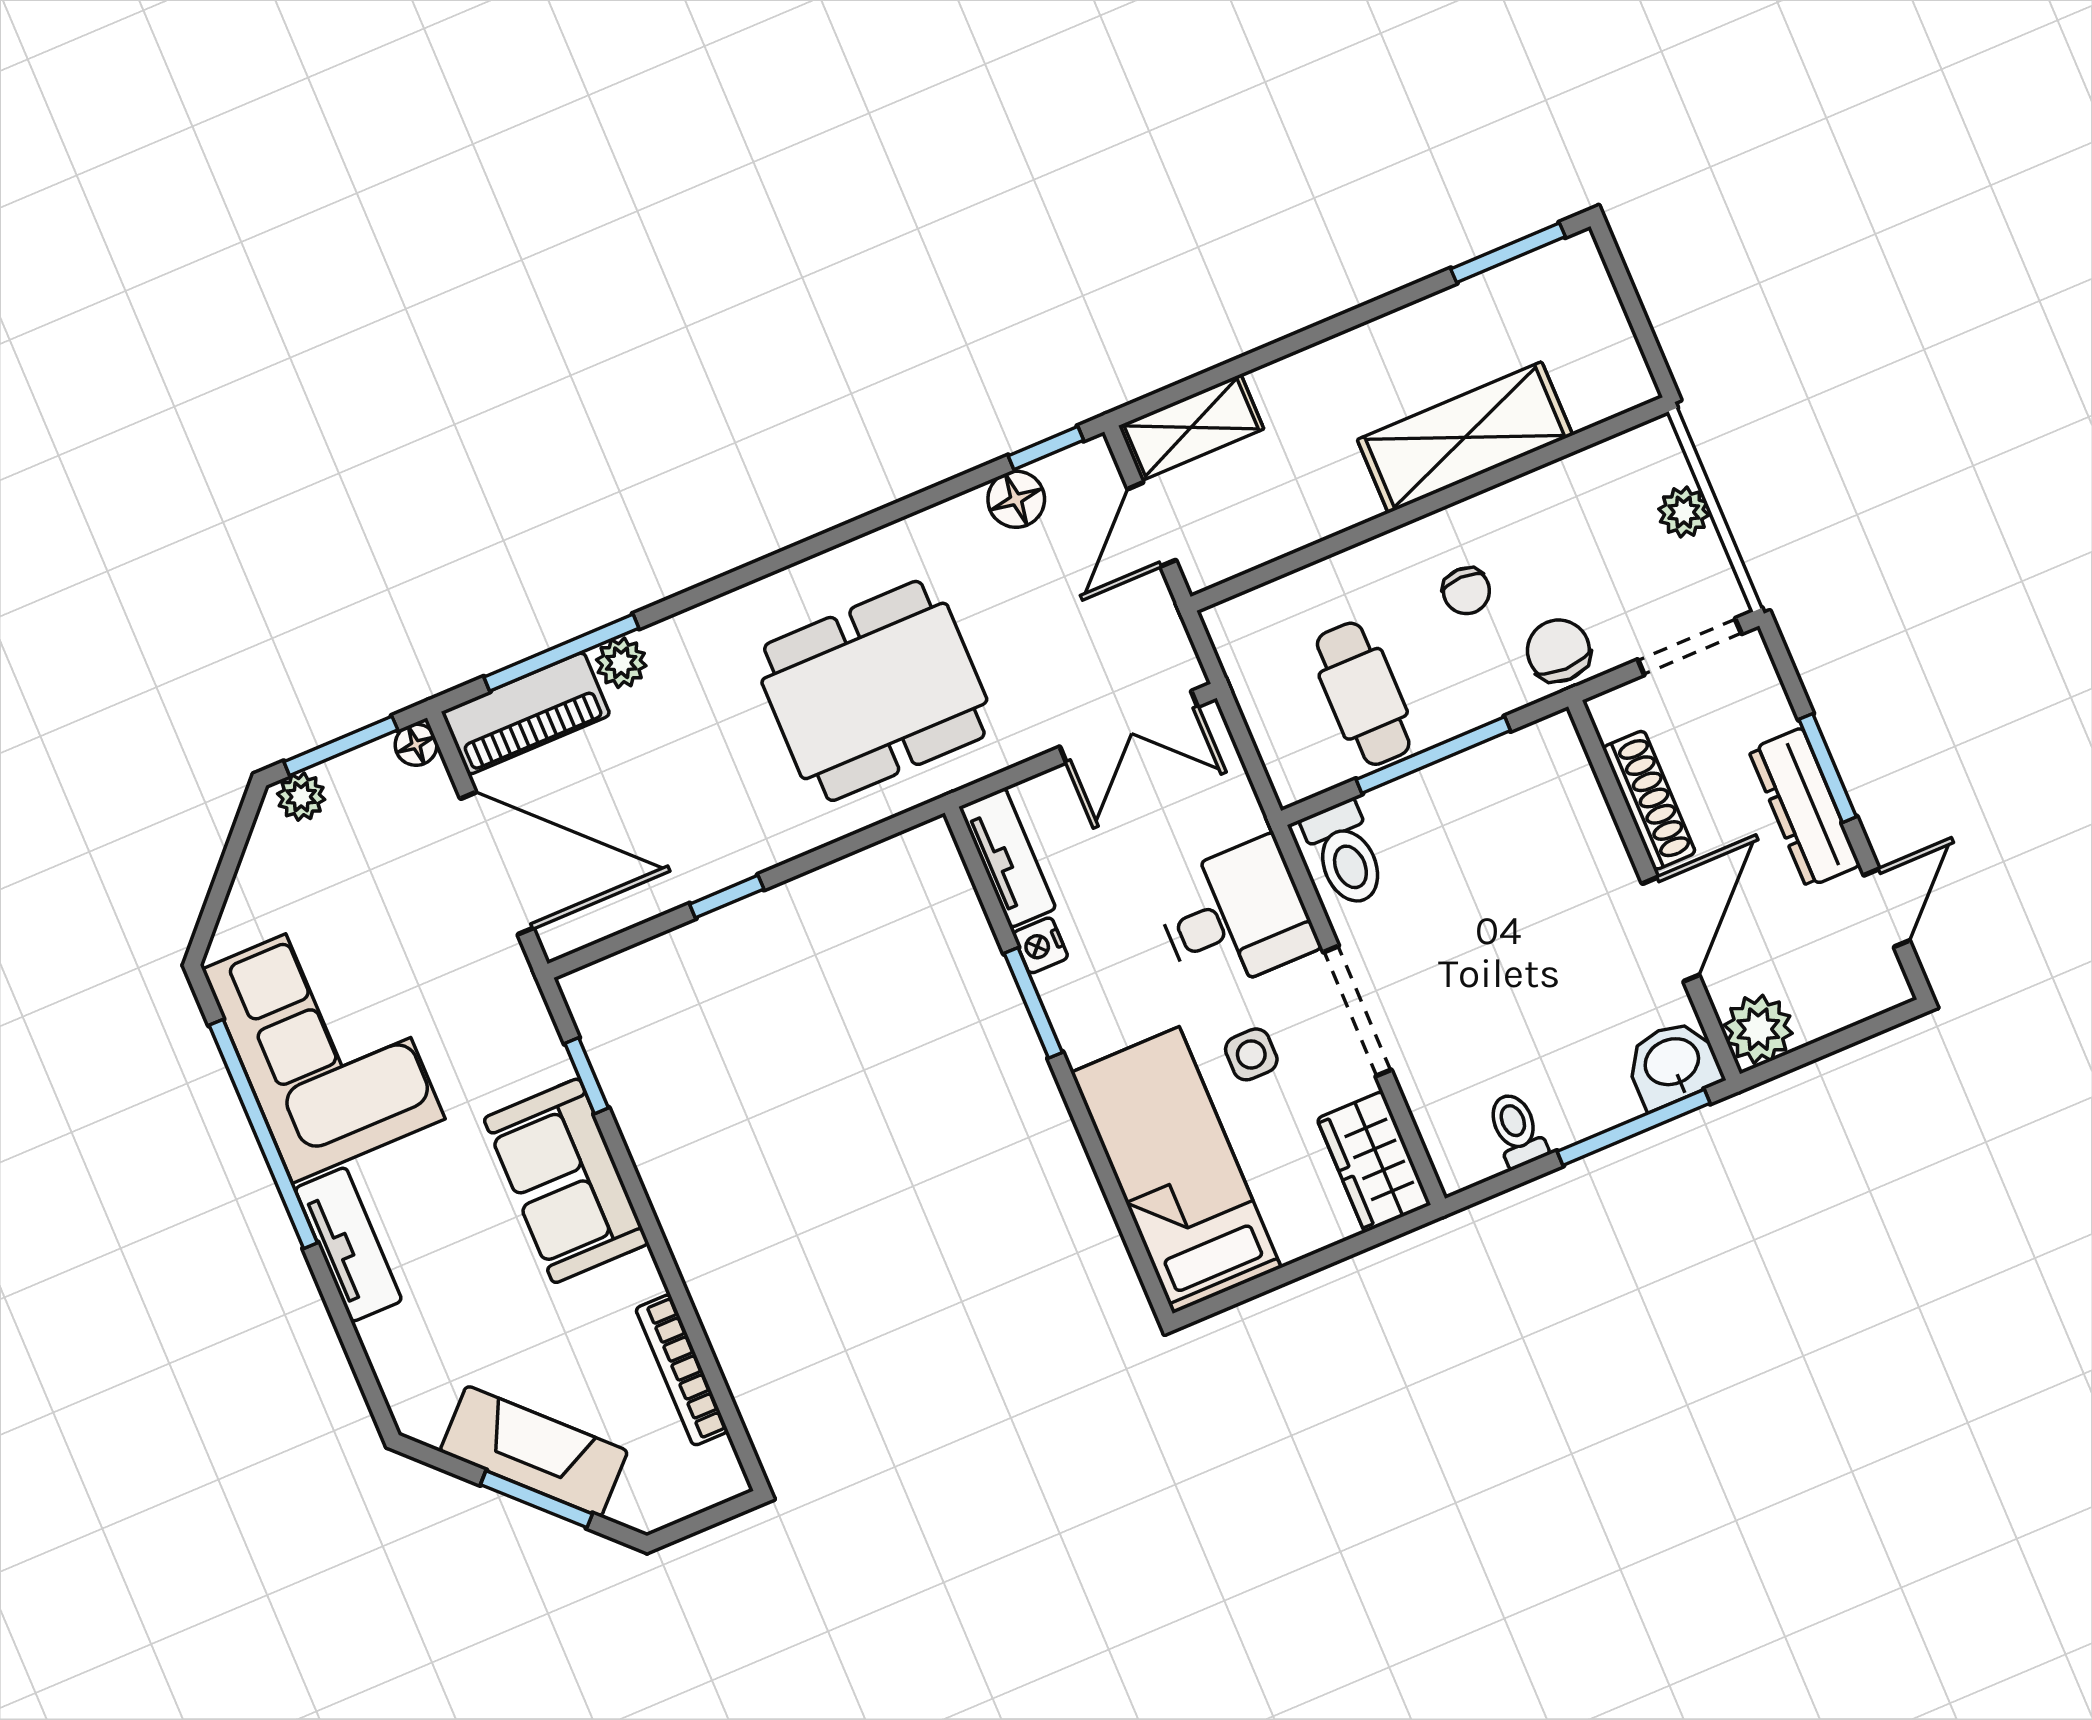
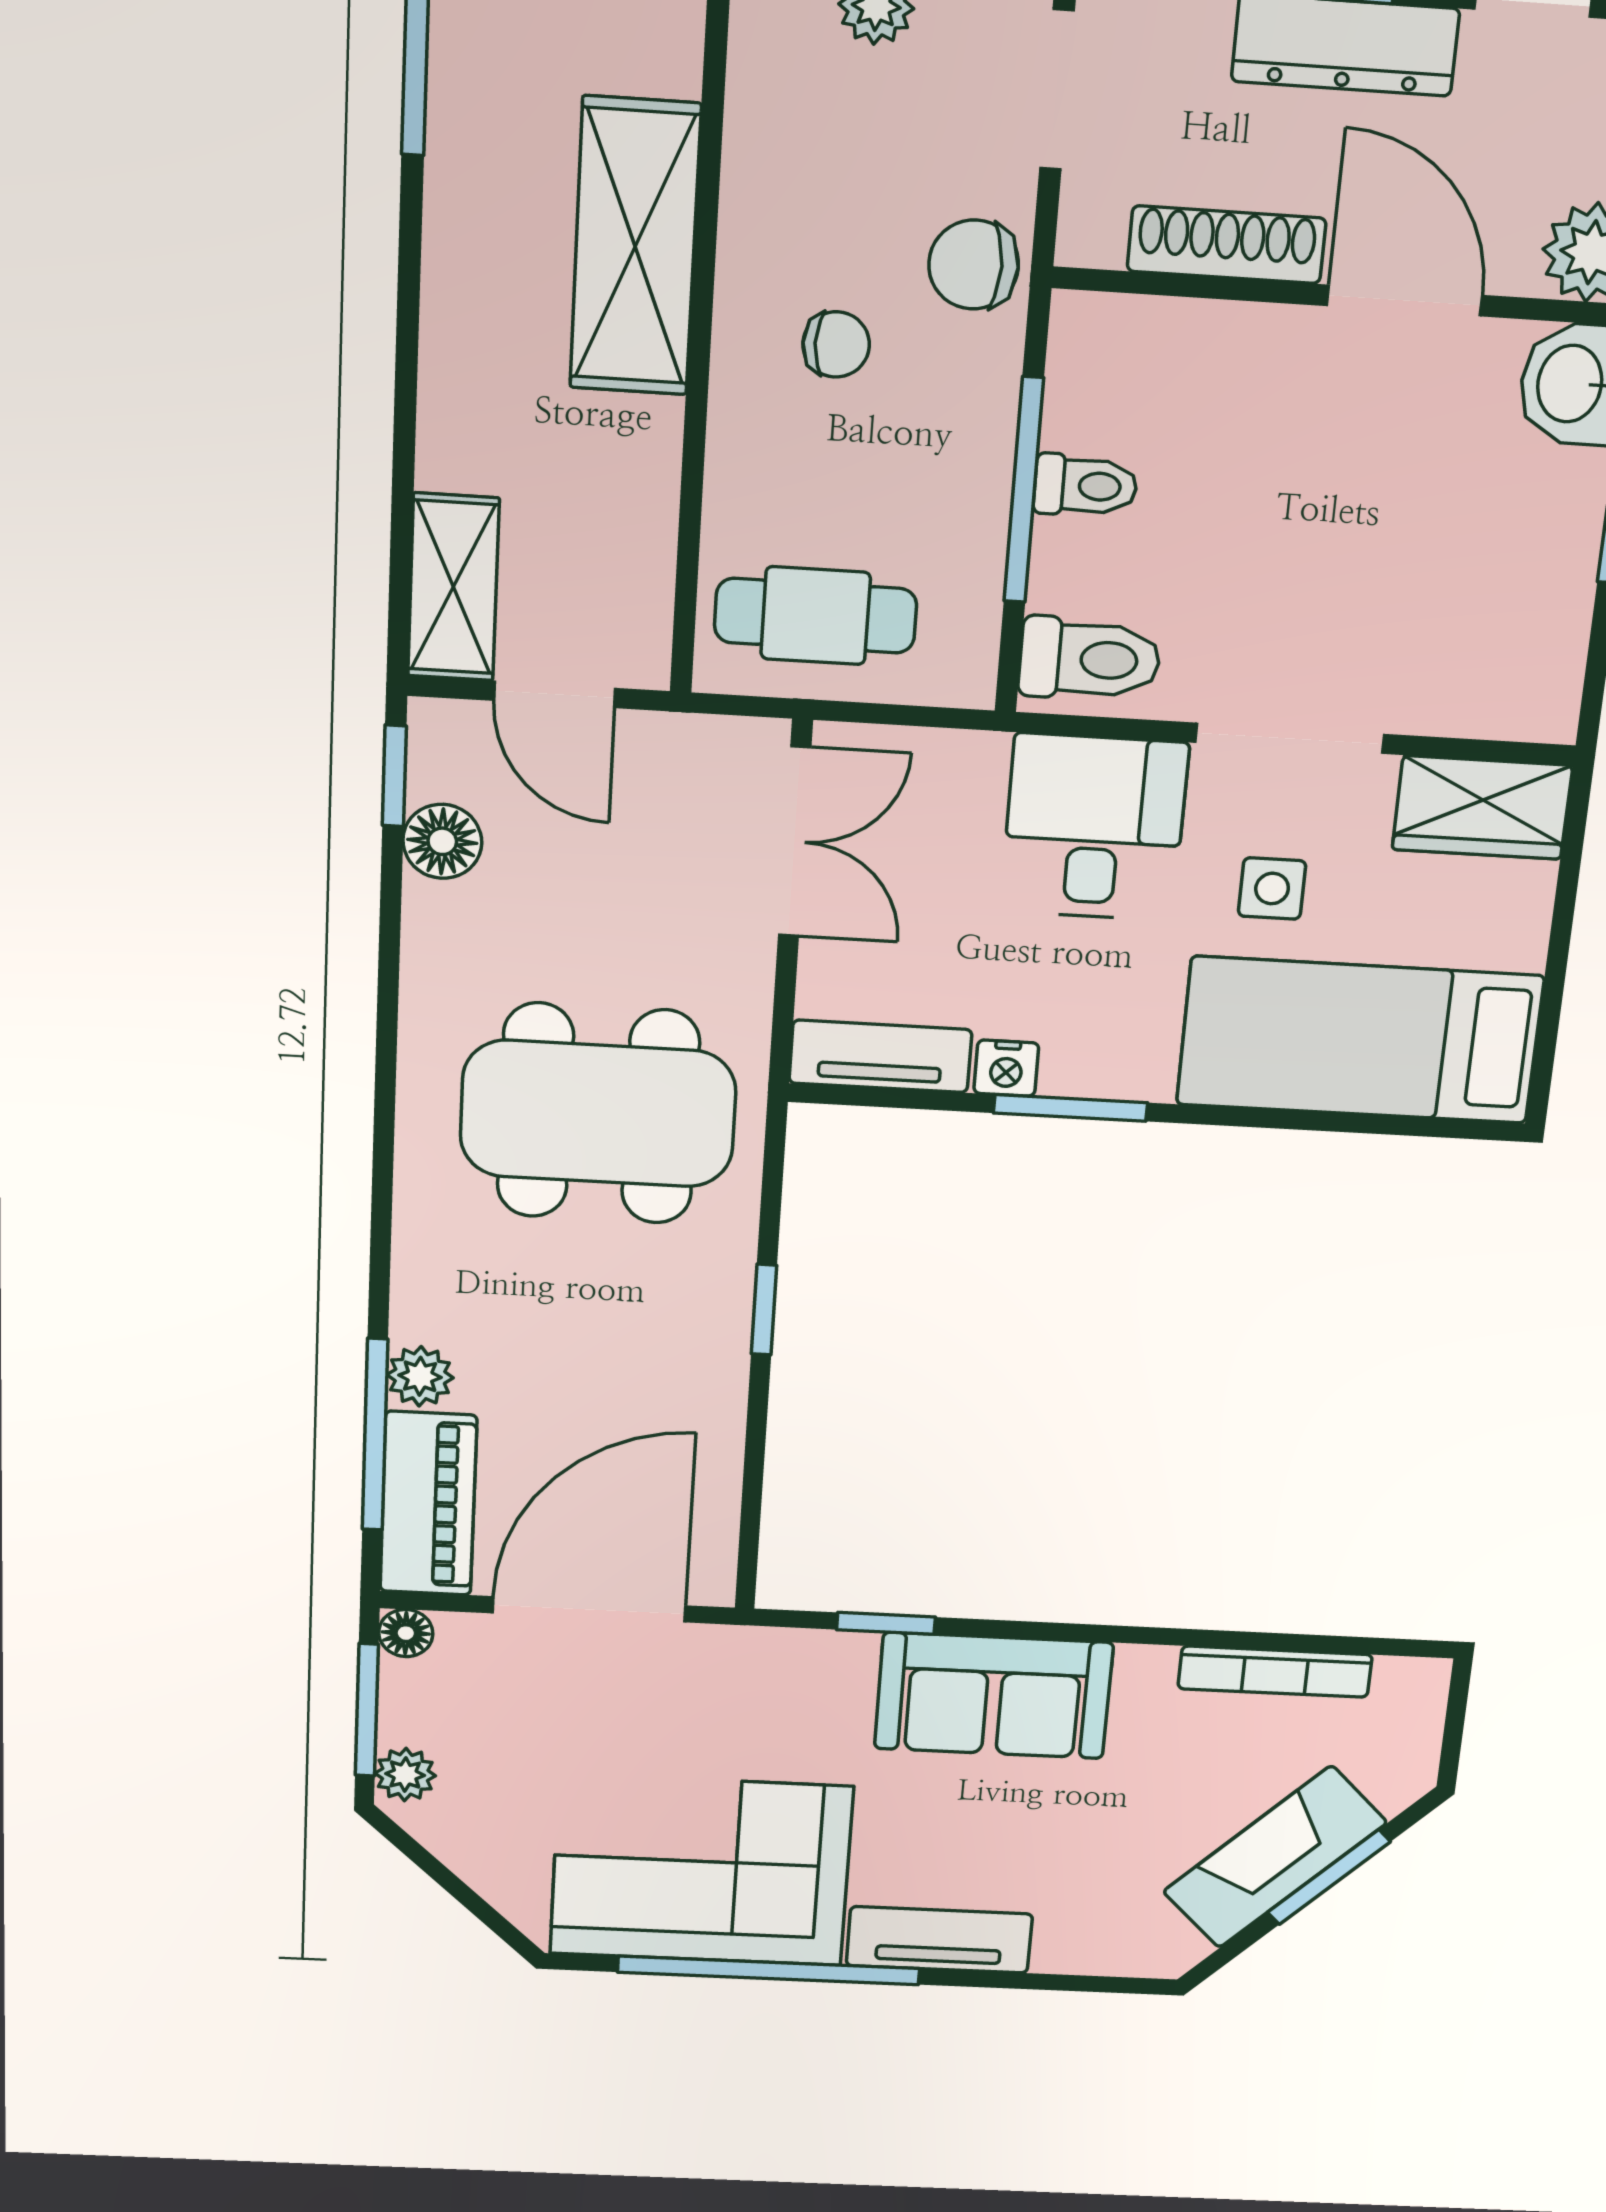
dining table: (874, 691) -> (598, 1114), turned 90
cafe table: (1363, 694) -> (816, 616), moved
window: (727, 897) -> (764, 1310), moved
toilet: (1517, 1130) -> (1086, 486), moved, turned 180

